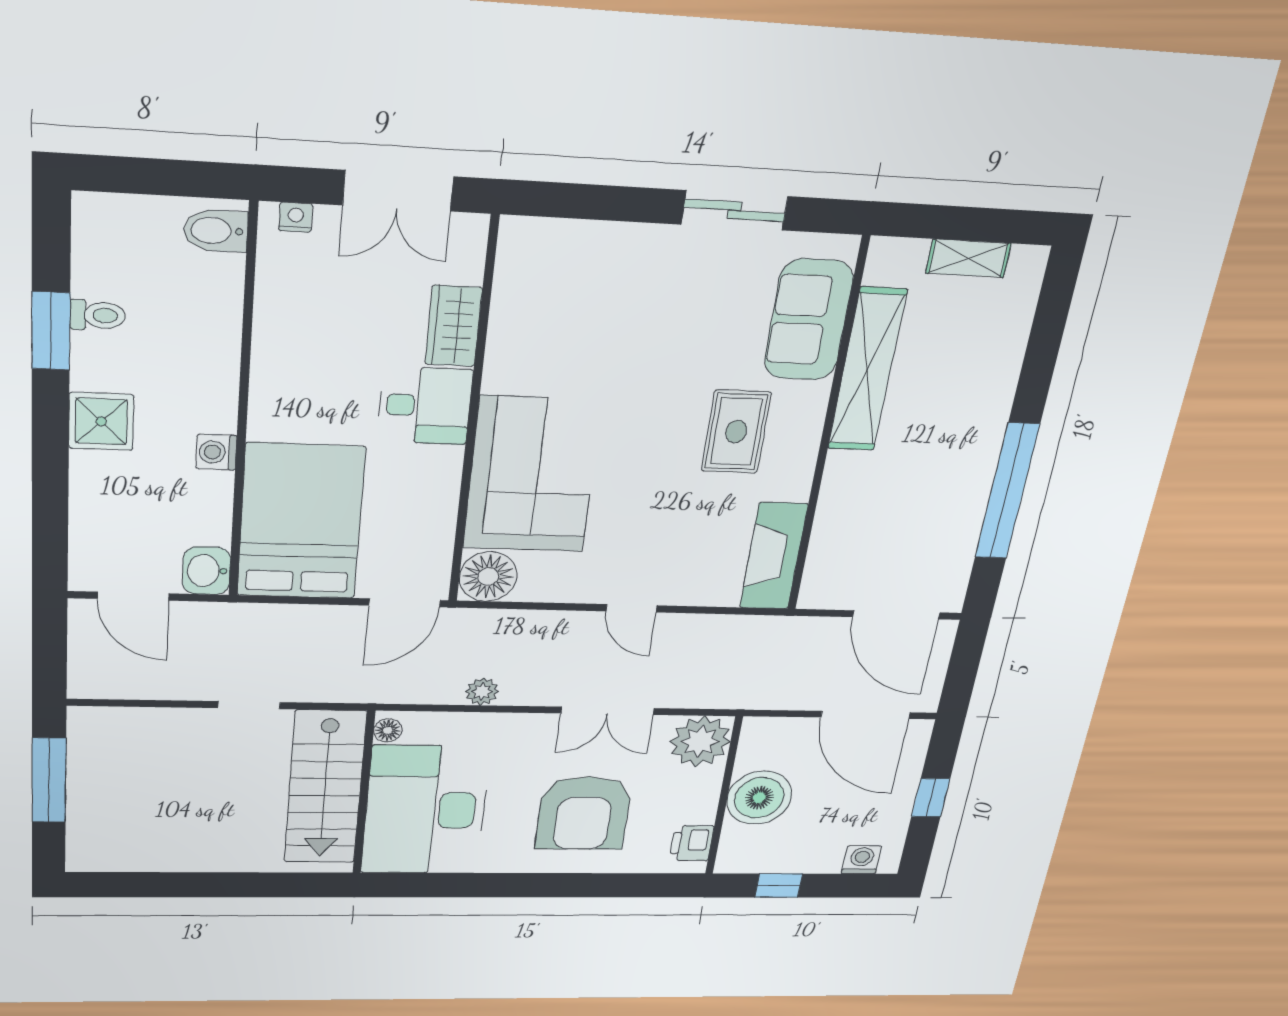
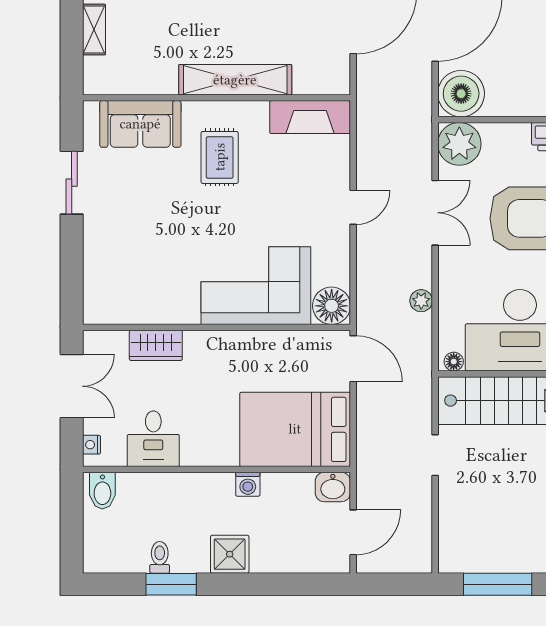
shelving: (867, 370) -> (235, 80), moved
desk: (425, 406) -> (153, 439), moved, turned 180
rug: (736, 432) -> (220, 157), turned 90
boiler: (759, 798) -> (461, 94), moved

